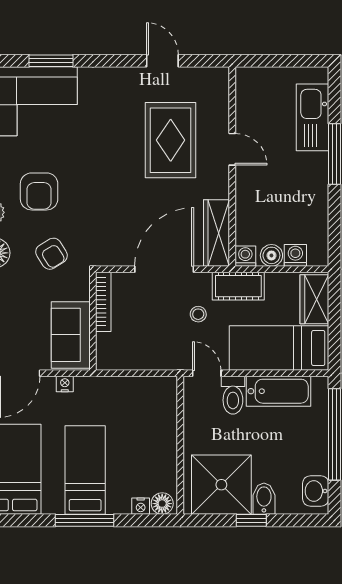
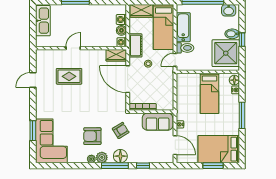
kitchen sink: (313, 117) -> (43, 21), moved, turned -90
rug: (171, 140) -> (69, 76), width x0.73, depth x0.70
armchair: (39, 191) -> (92, 136), turned 180
wardrobe: (217, 233) -> (116, 55), width x0.67
bed: (85, 470) -> (209, 93), moved, turned -90

